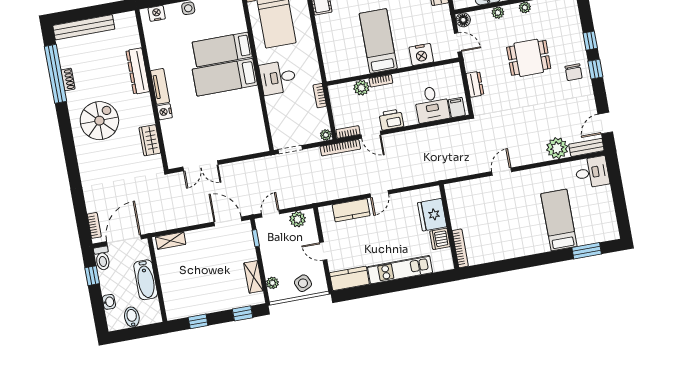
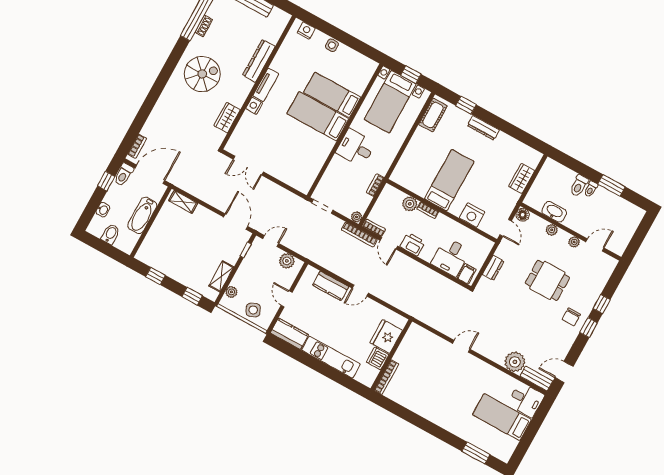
bed: (559, 220) -> (502, 417), moved, turned -90

